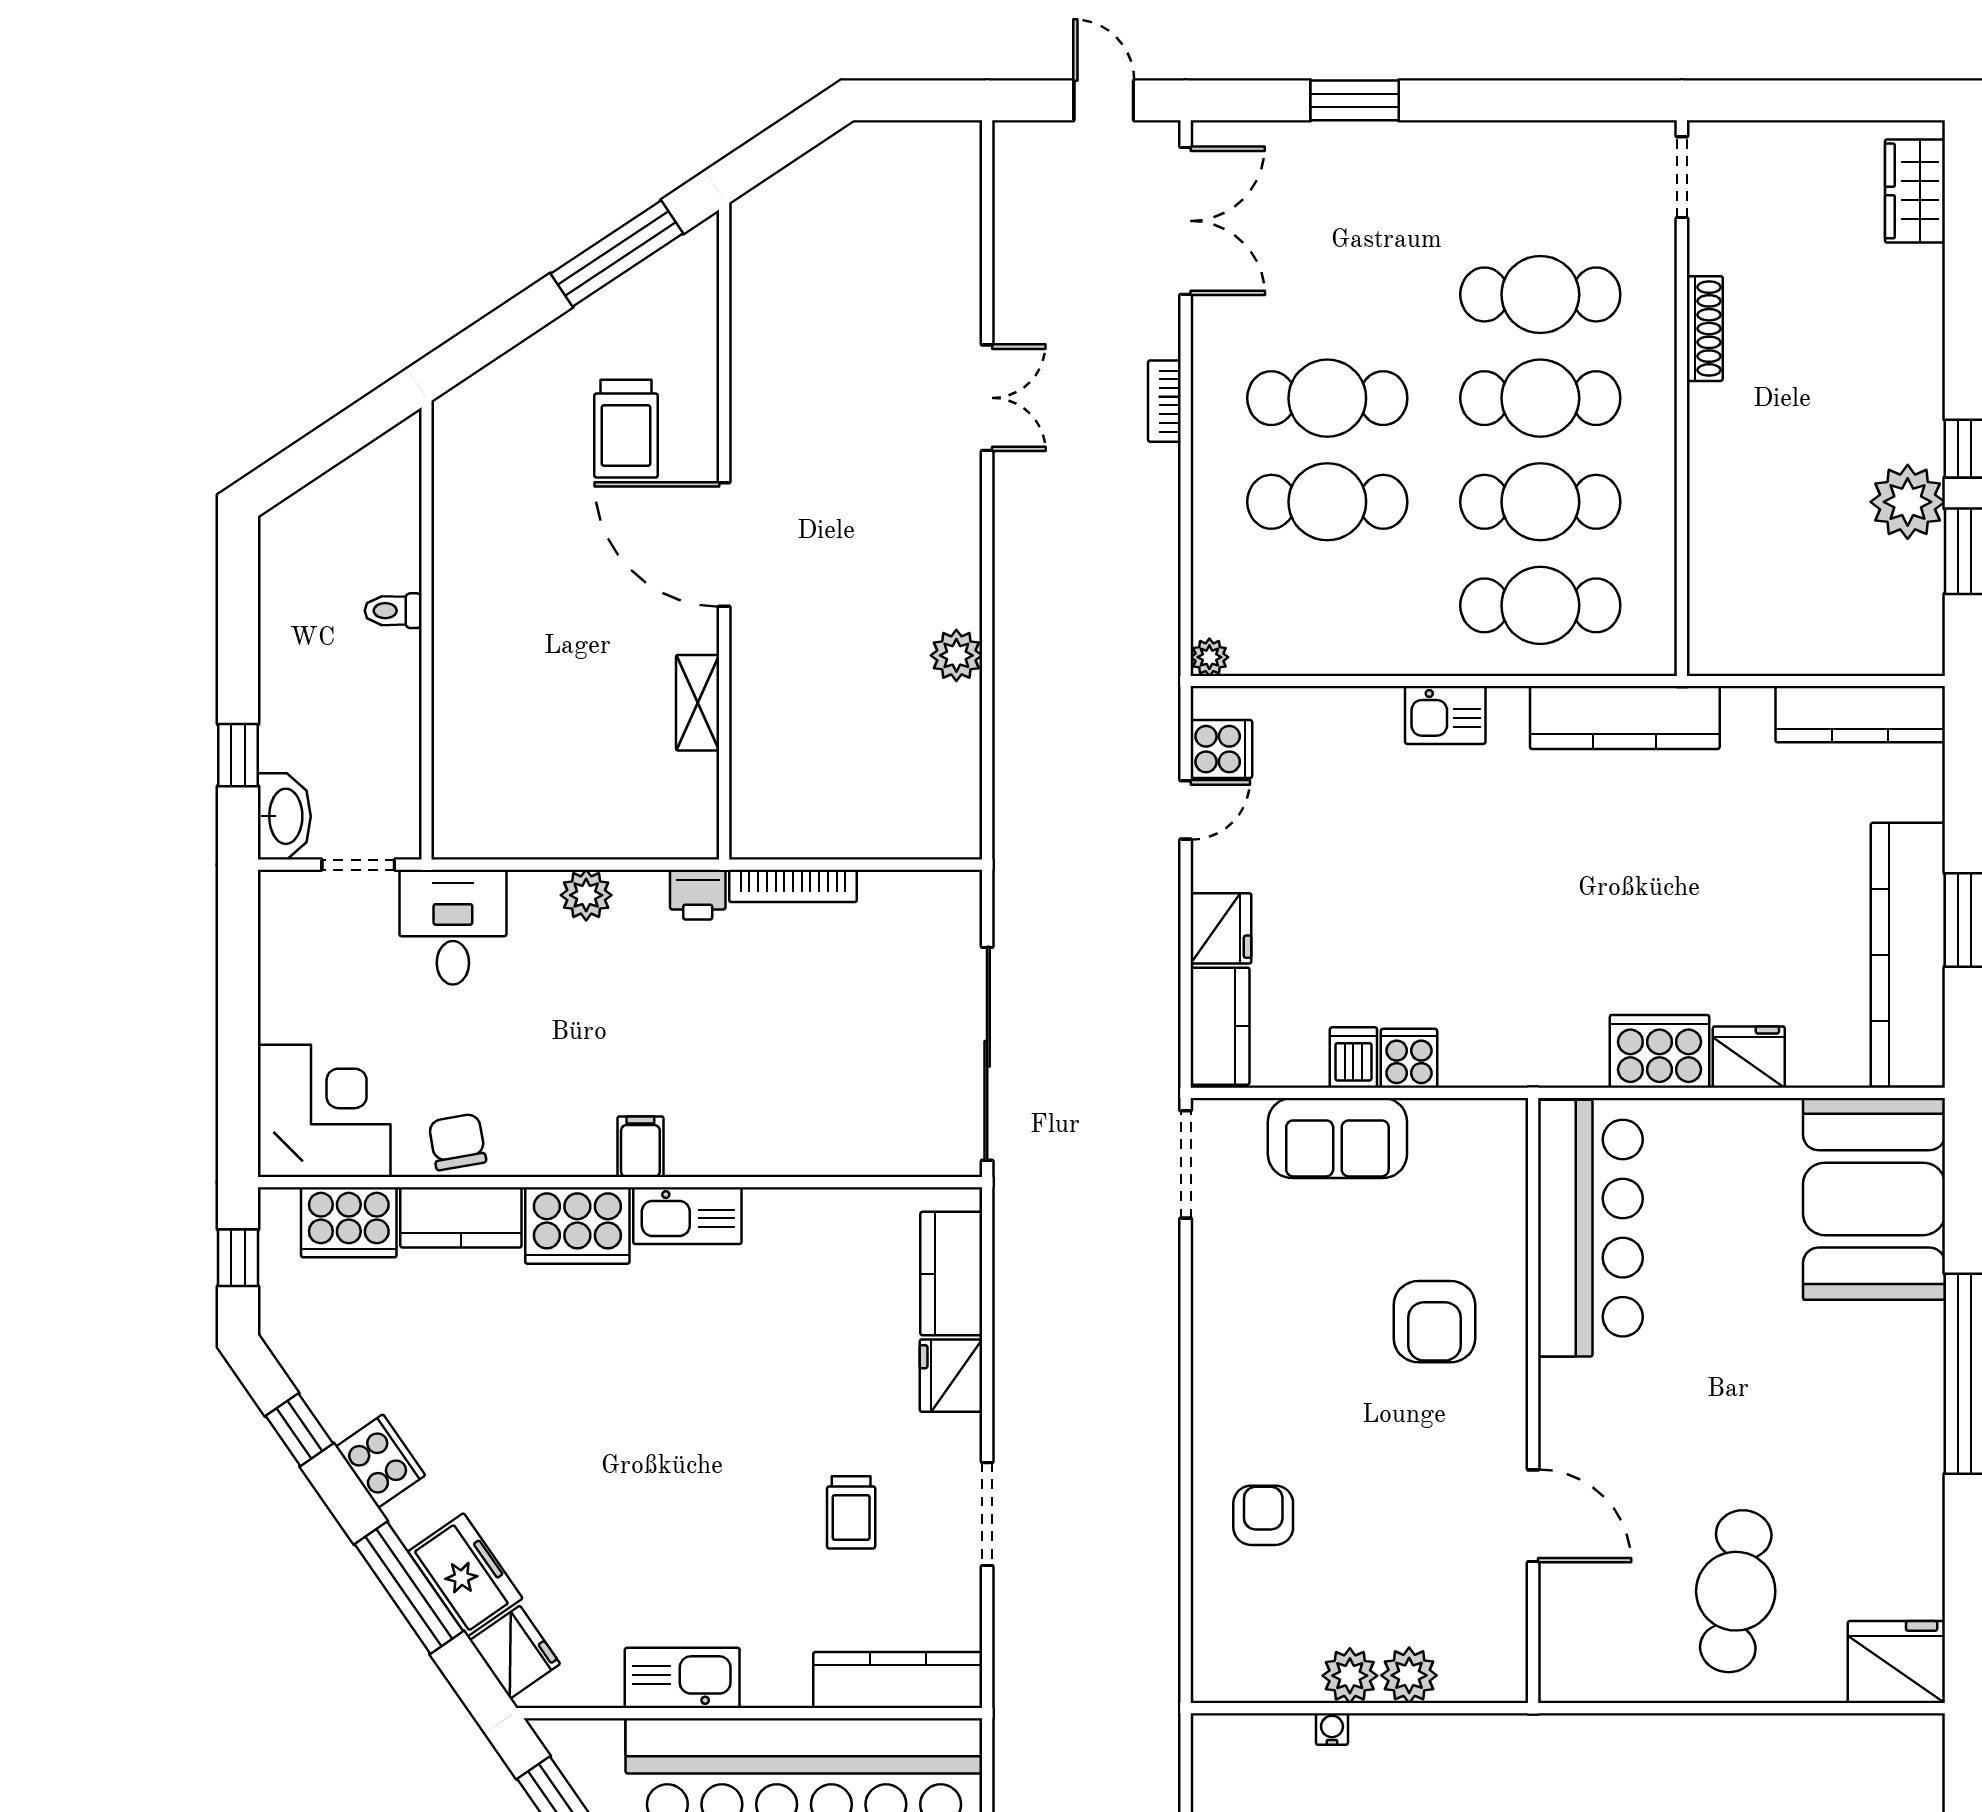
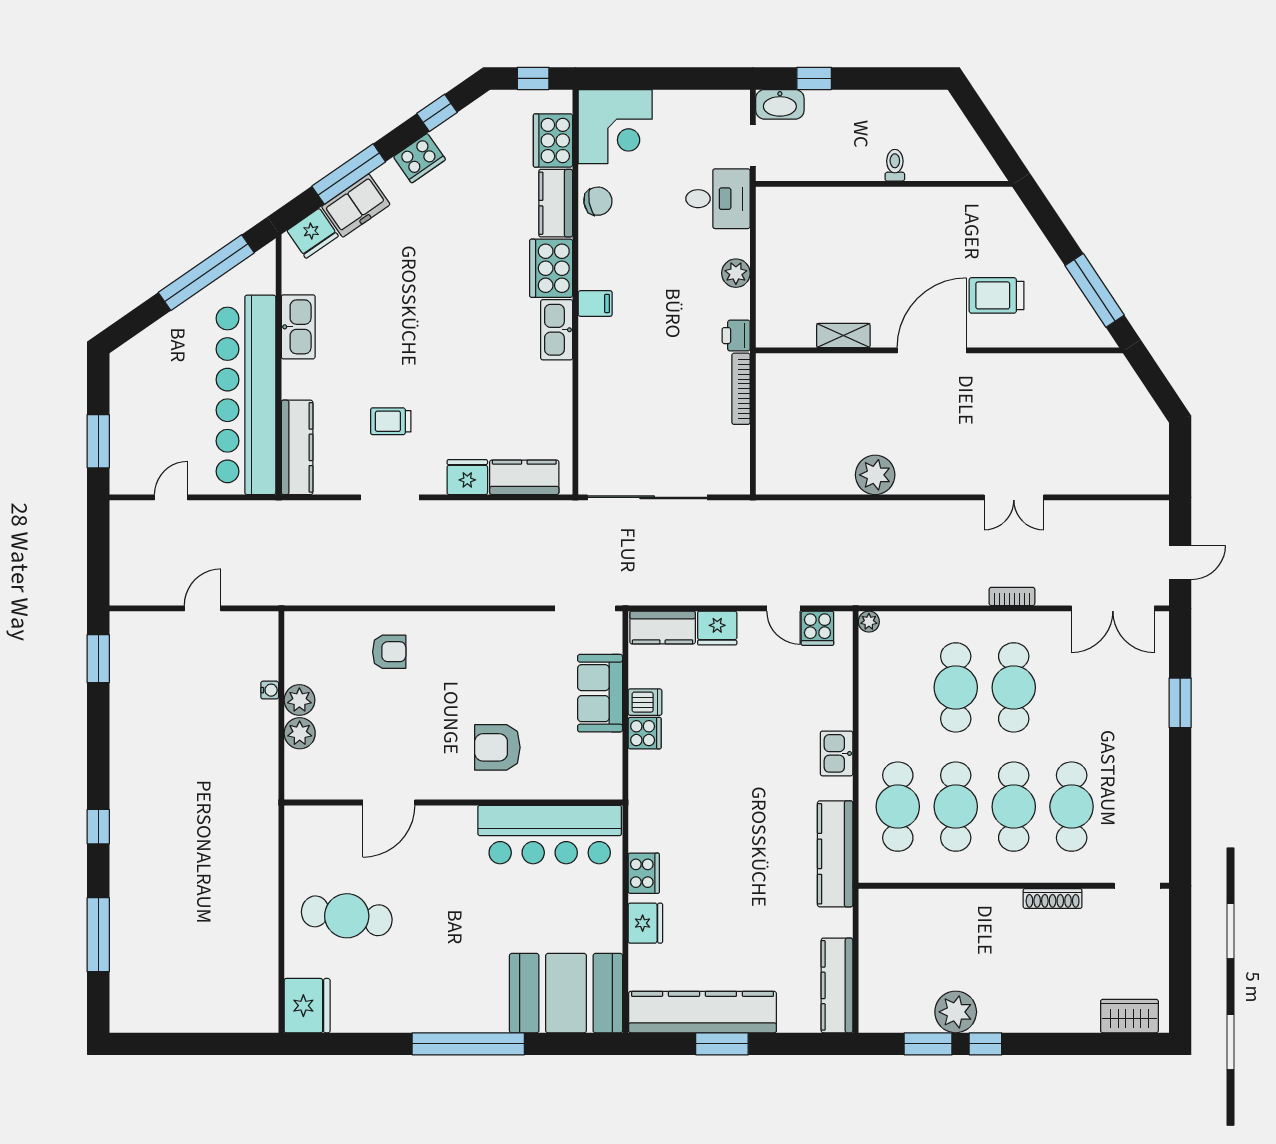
plant: (956, 655) -> (875, 475), width x1.36, depth x1.36
cooker: (1659, 1051) -> (644, 873), width x0.73, depth x0.76

